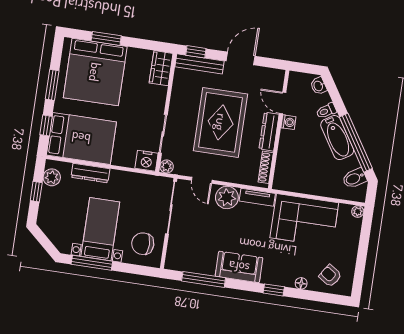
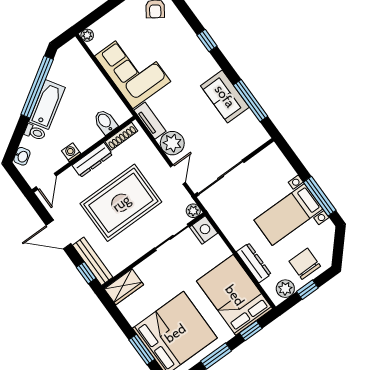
door: (283, 103) -> (46, 181), moved
bidet: (354, 178) -> (105, 122), moved, turned -148
chair: (143, 244) -> (305, 264), moved, turned 180
sofa: (239, 267) -> (225, 96), moved
floor lamp: (301, 283) -> (182, 25), removed

